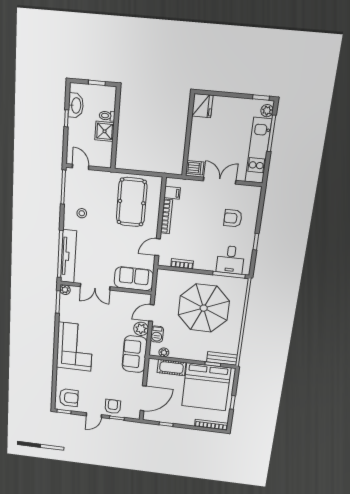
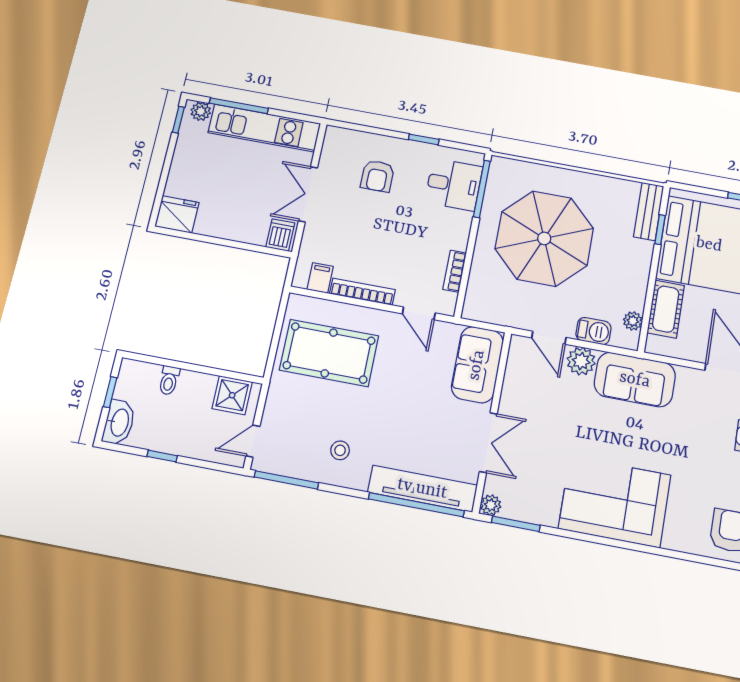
washbasin: (76, 105) -> (119, 422), moved, turned 90
shower: (105, 131) -> (232, 395), moved

